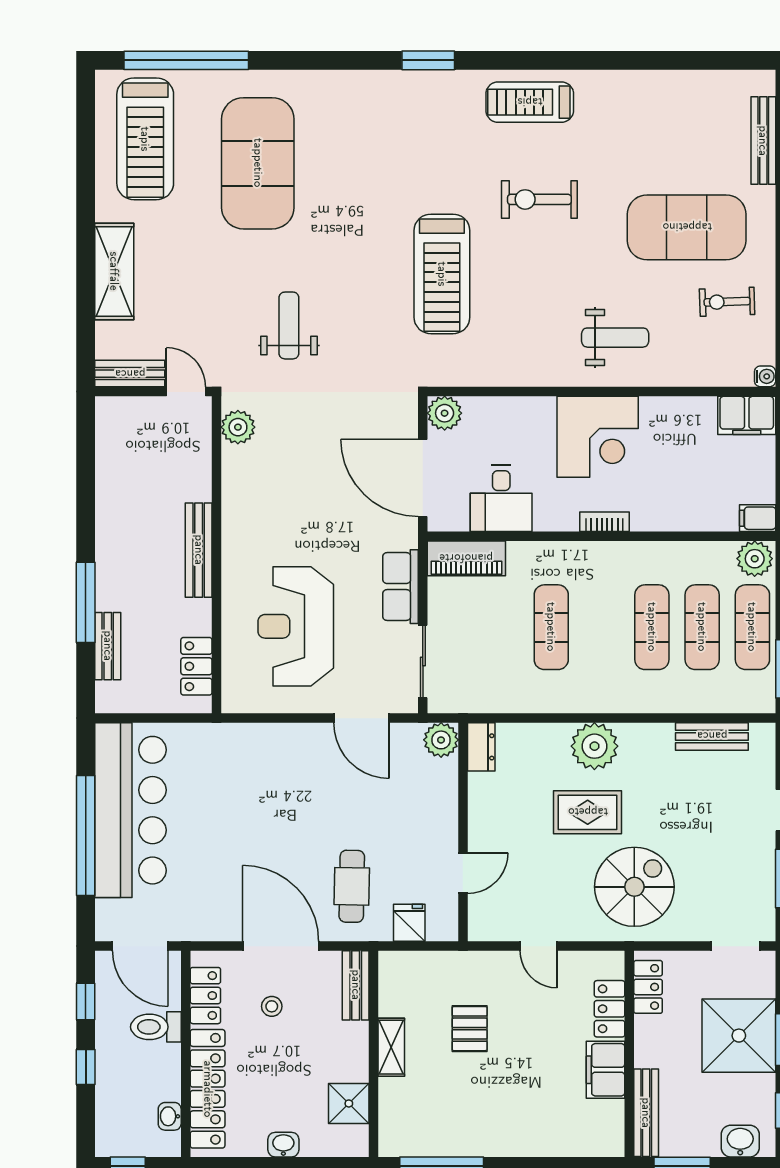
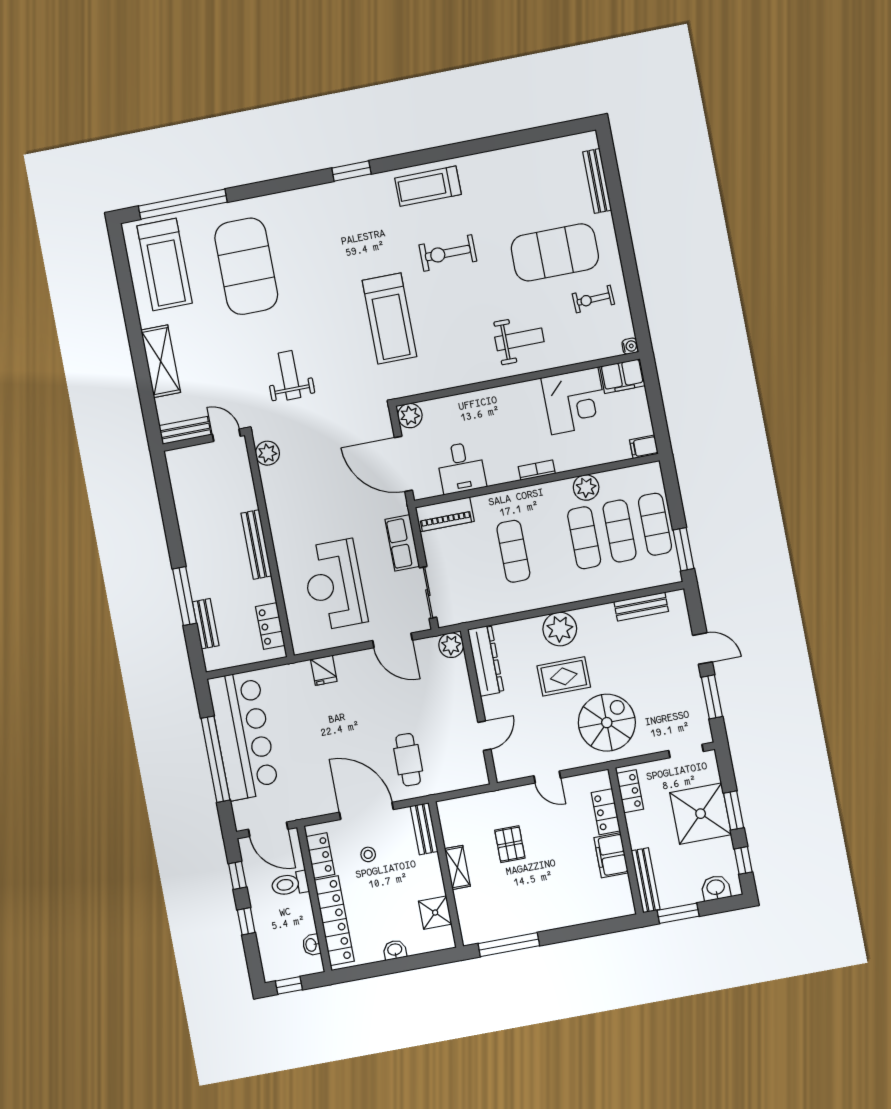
corner desk: (598, 437) -> (575, 401), moved
plant: (755, 559) -> (586, 488), moved
dresser: (481, 747) -> (486, 661), width x1.96, depth x1.24
fridge: (409, 923) -> (324, 670), moved, turned 180

